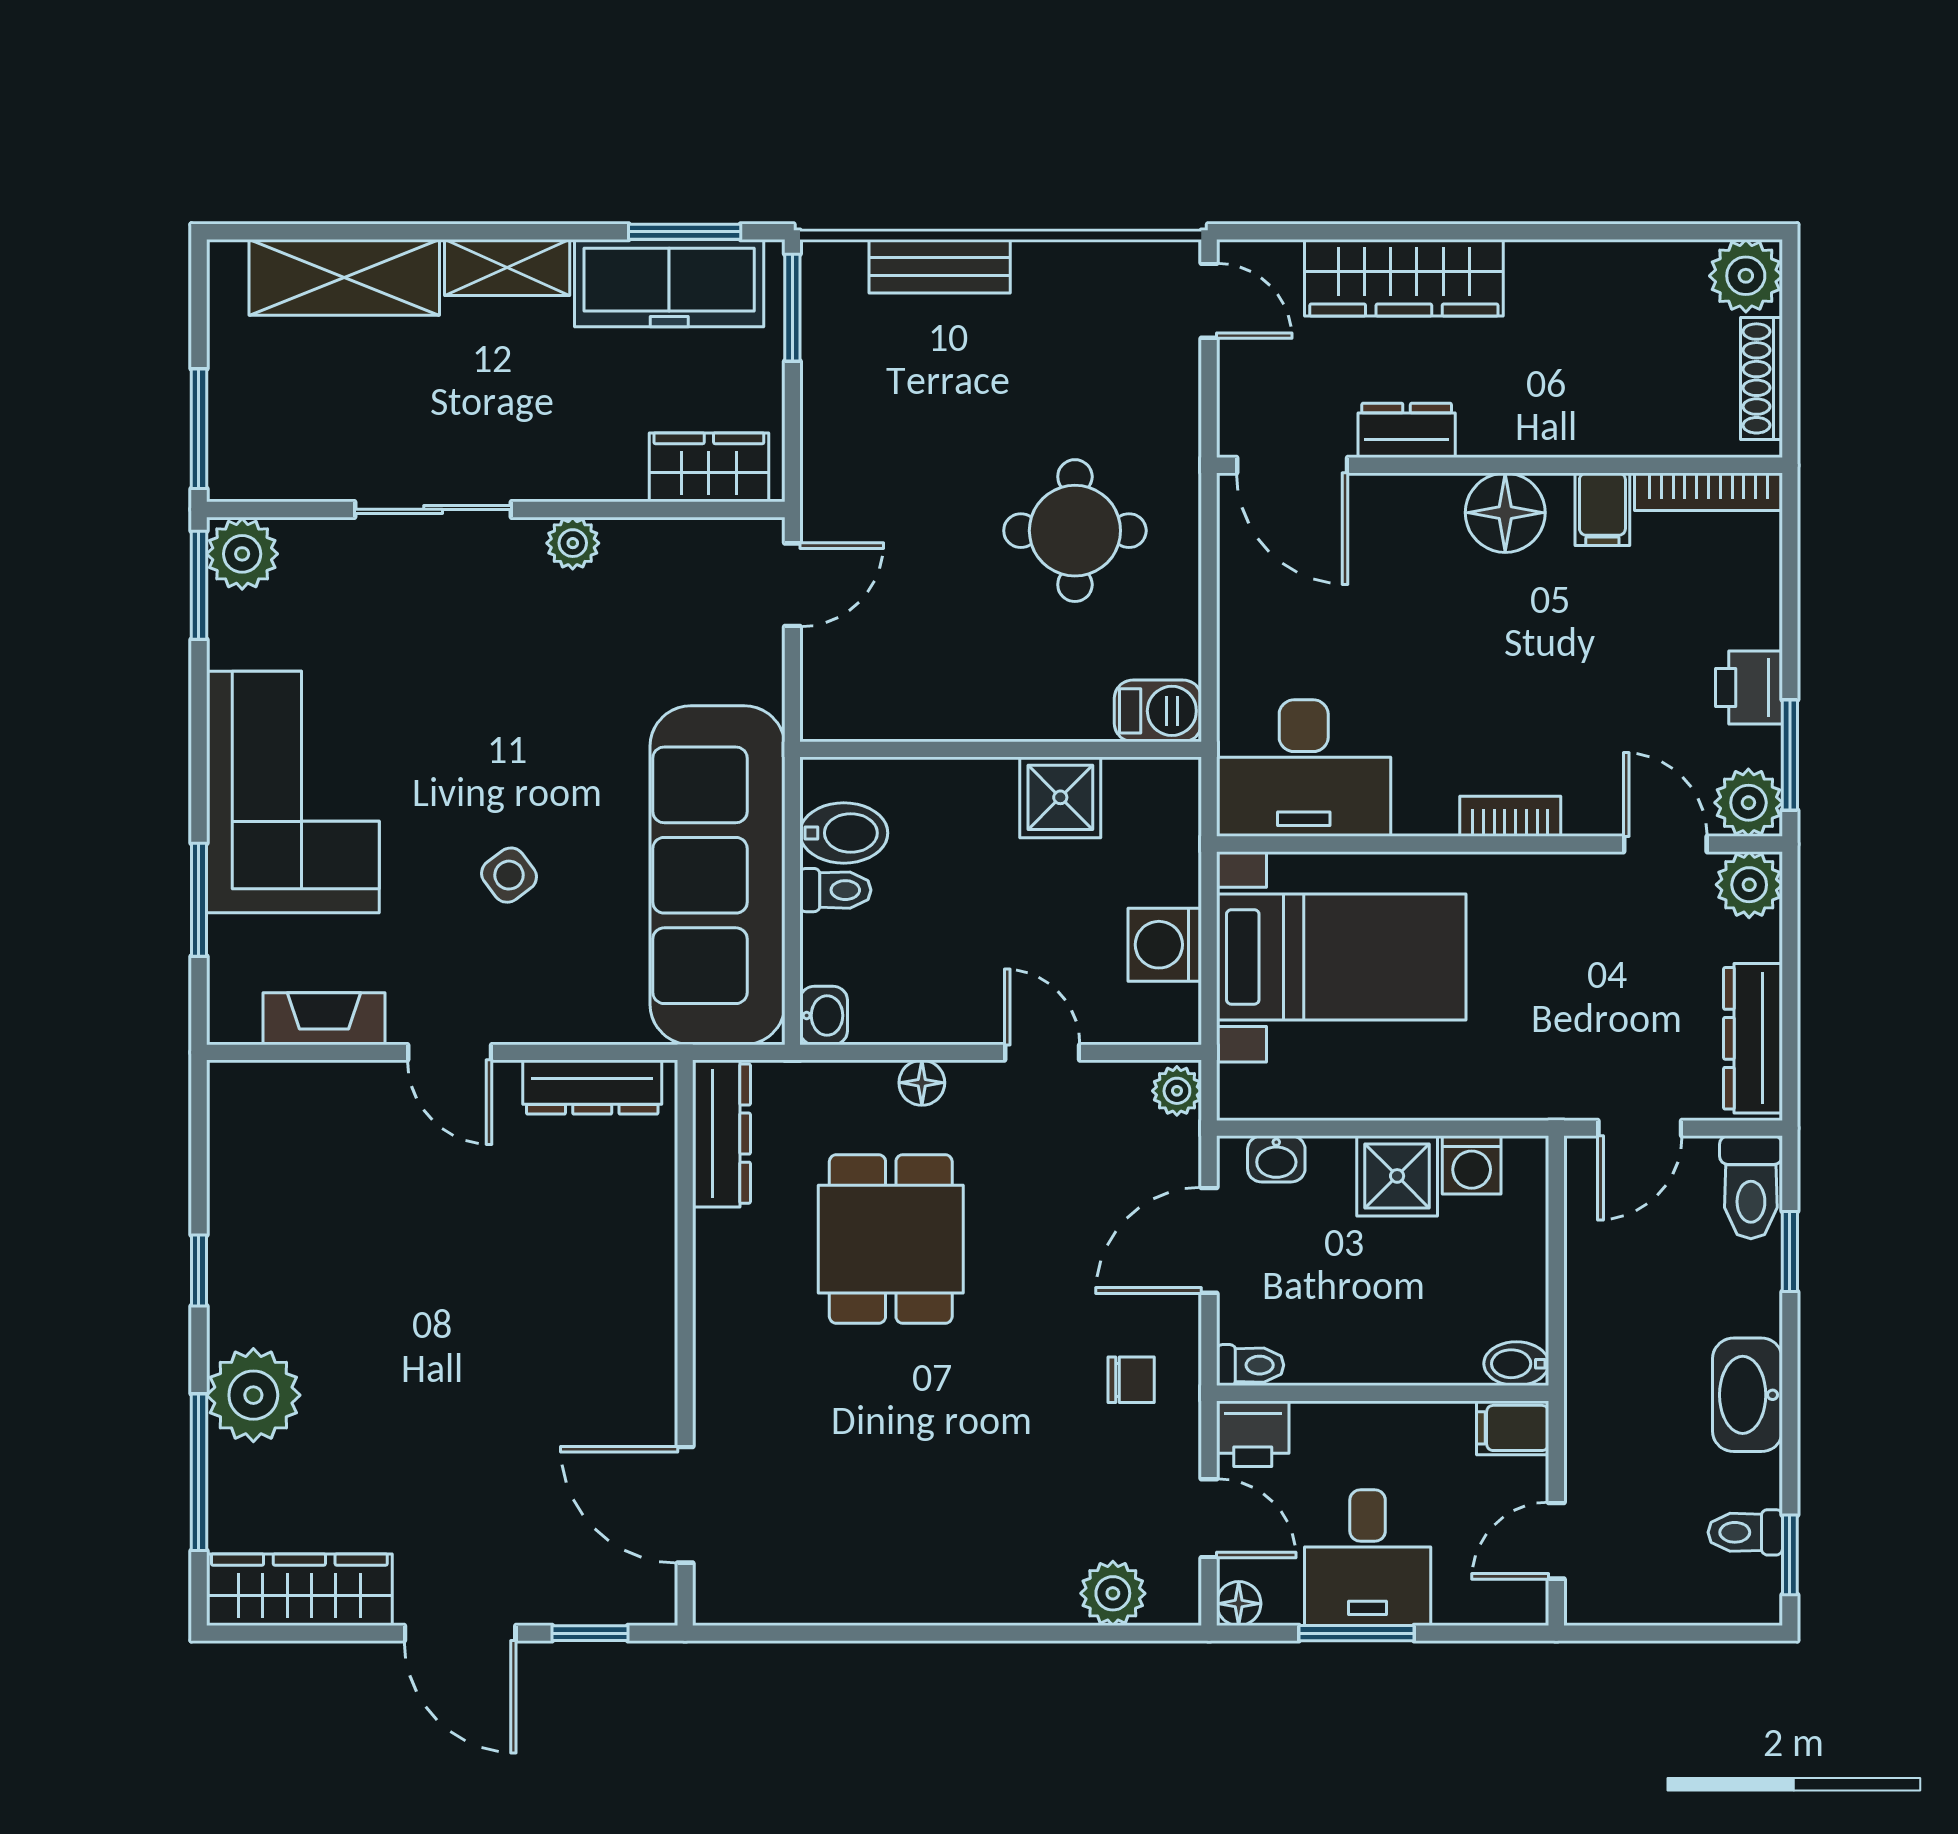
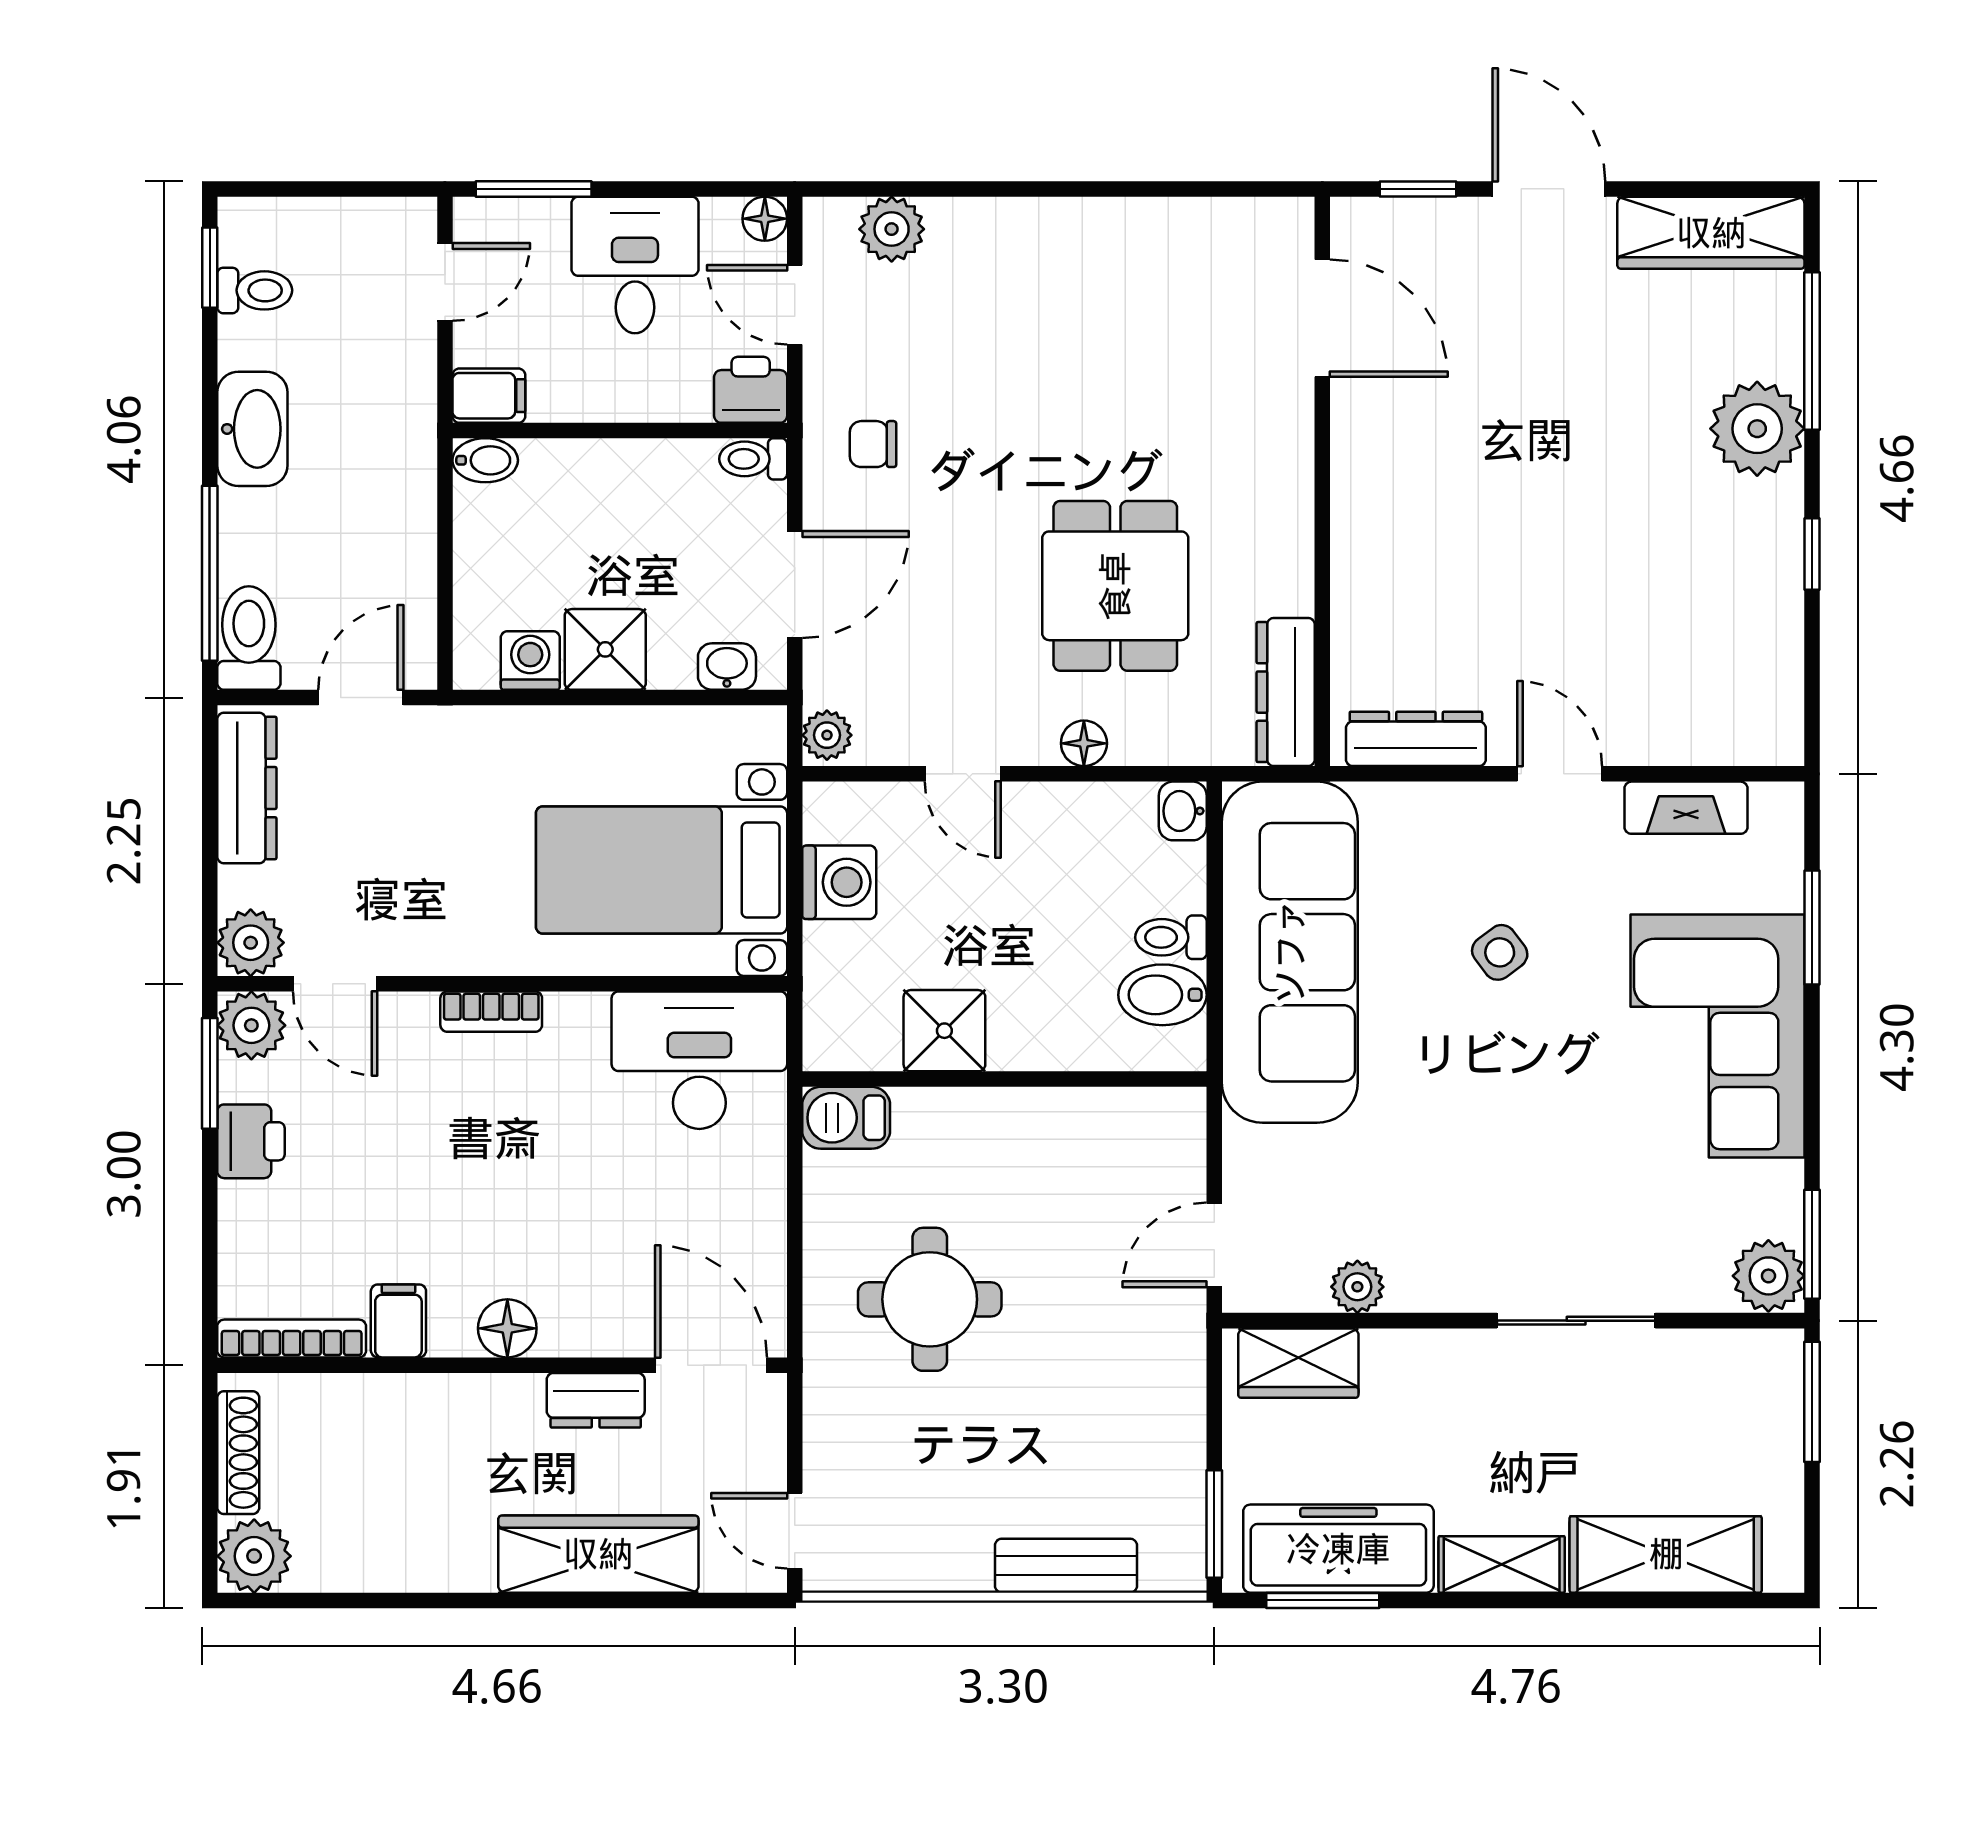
floor lamp: (1505, 513) -> (507, 1328), width x0.73, depth x0.73
plant: (573, 543) -> (1357, 1287), moved
window: (1790, 1252) -> (210, 573), width x2.17
window: (1357, 1633) -> (534, 189), moved

